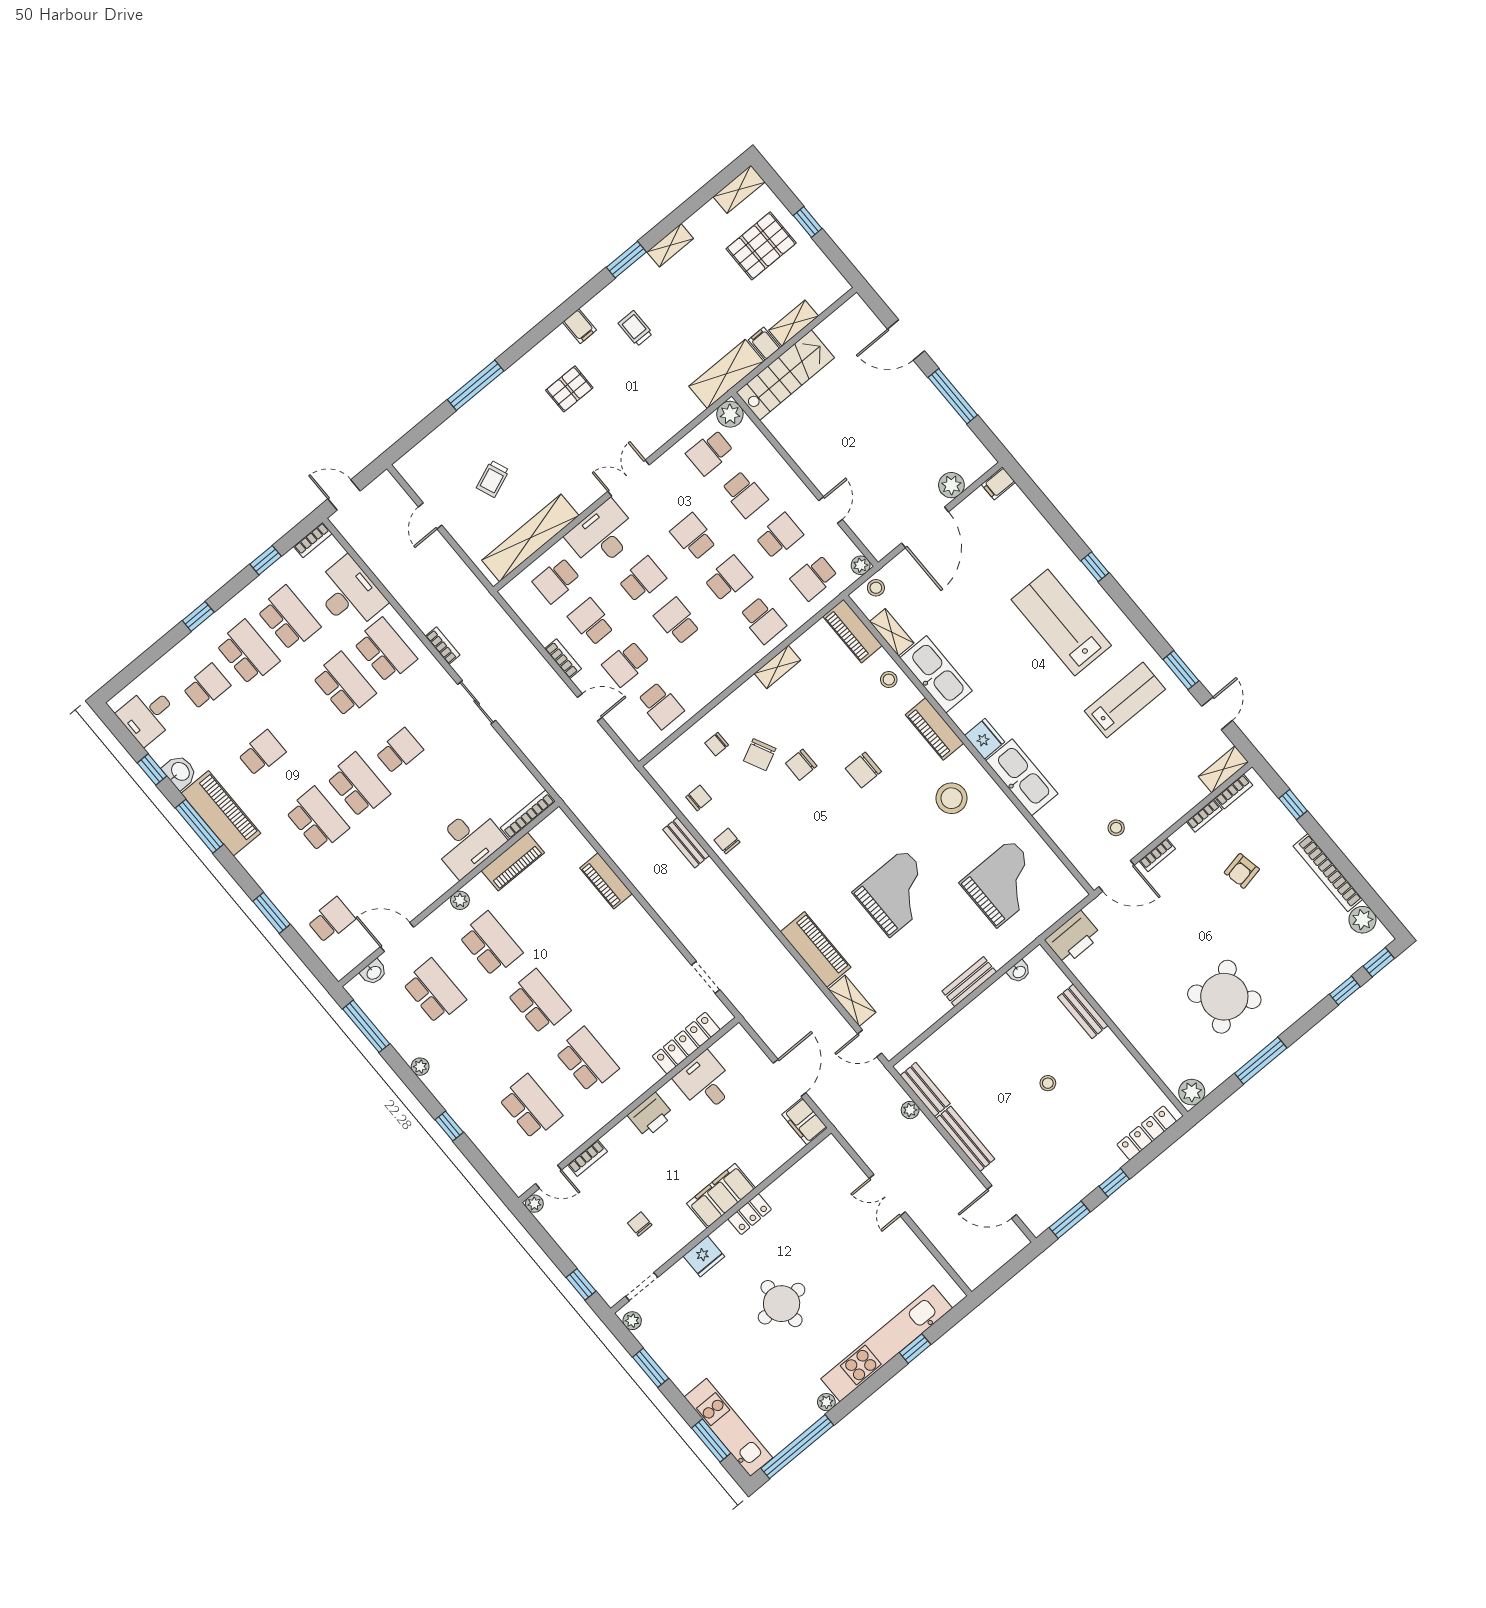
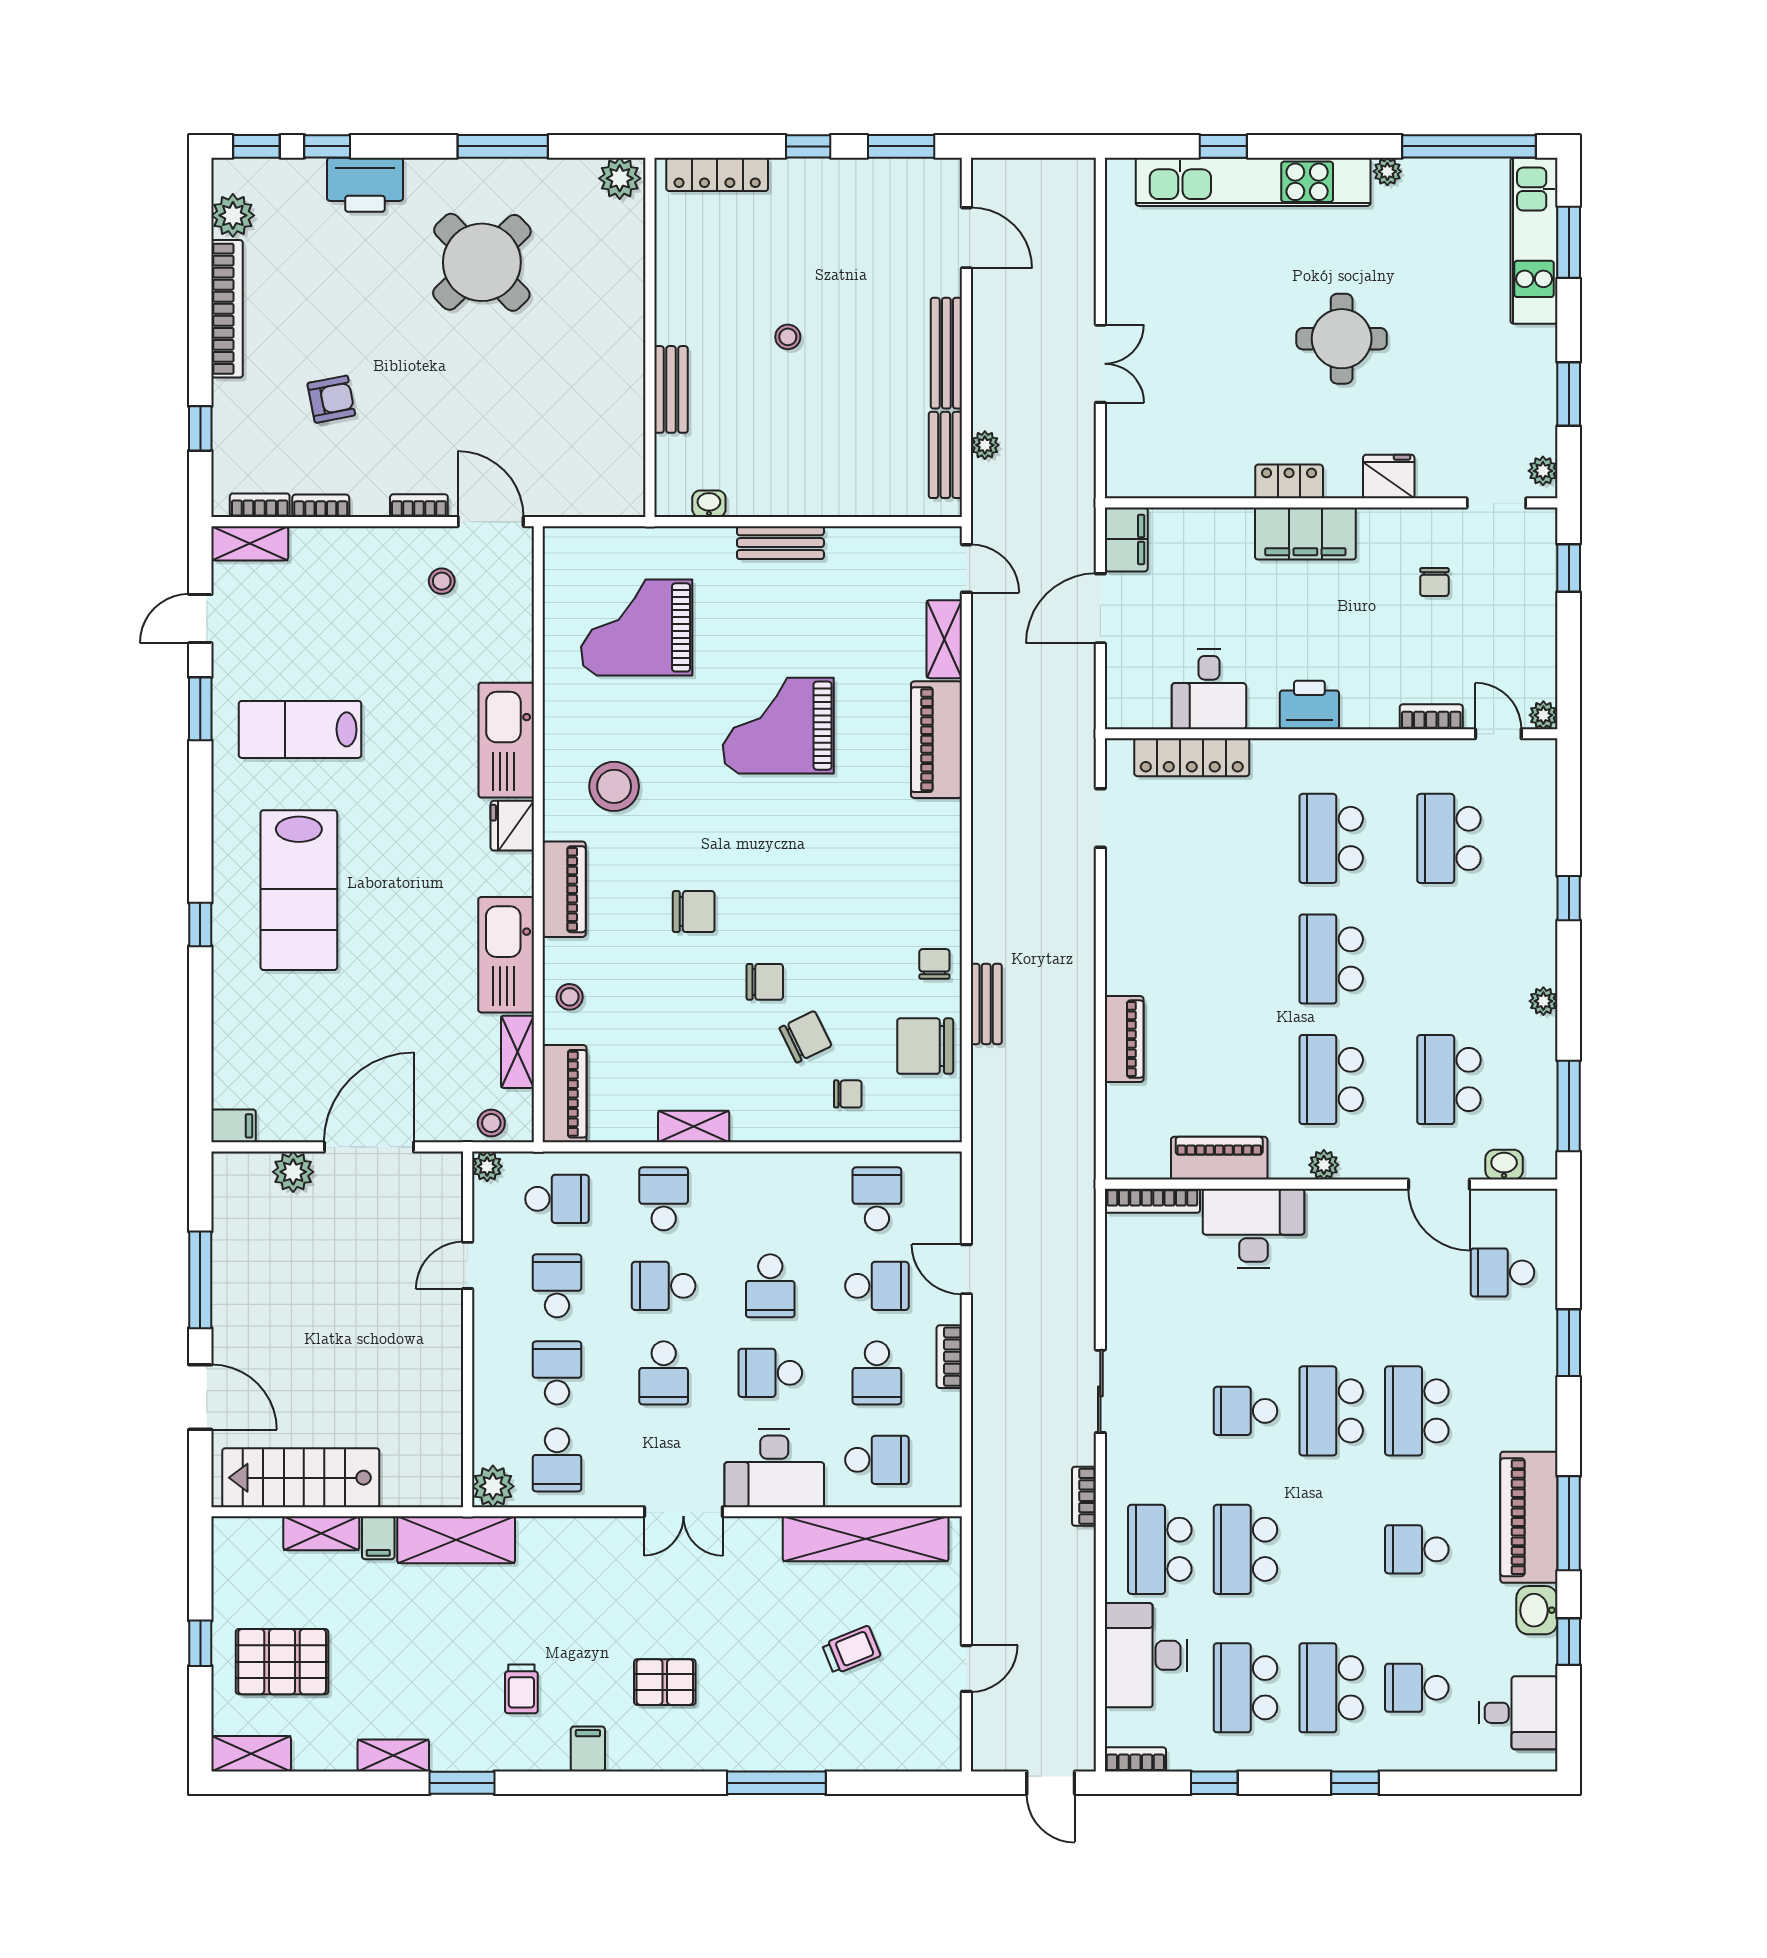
stairs: (785, 375) -> (301, 1478), moved
school desk: (710, 452) -> (557, 1460), turned 90
school desk: (779, 536) -> (557, 1286), turned 90
chair: (699, 798) -> (925, 1046), width x1.87, depth x1.87
chair: (727, 841) -> (934, 964), turned 180
printer: (1073, 938) -> (365, 185), moved, turned 180

